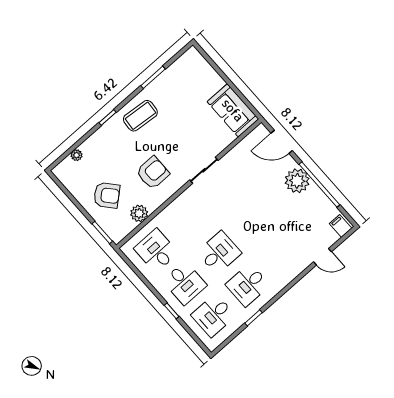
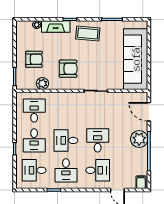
sofa: (233, 110) -> (136, 59), width x1.85, depth x1.27
fireplace: (99, 139) -> (56, 26), added
armchair: (107, 195) -> (34, 59), turned -49
desk: (254, 222) -> (98, 140), added
desk: (219, 253) -> (66, 140), turned 180
desk: (282, 255) -> (98, 170), added
desk: (248, 285) -> (66, 170), turned -90

